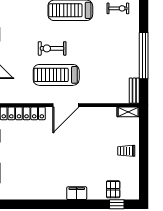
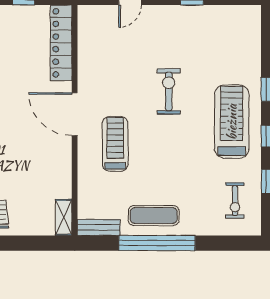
exercise mat: (127, 57) -> (154, 216), added
treadmill: (56, 75) -> (115, 144), moved, width x0.73, depth x0.73

